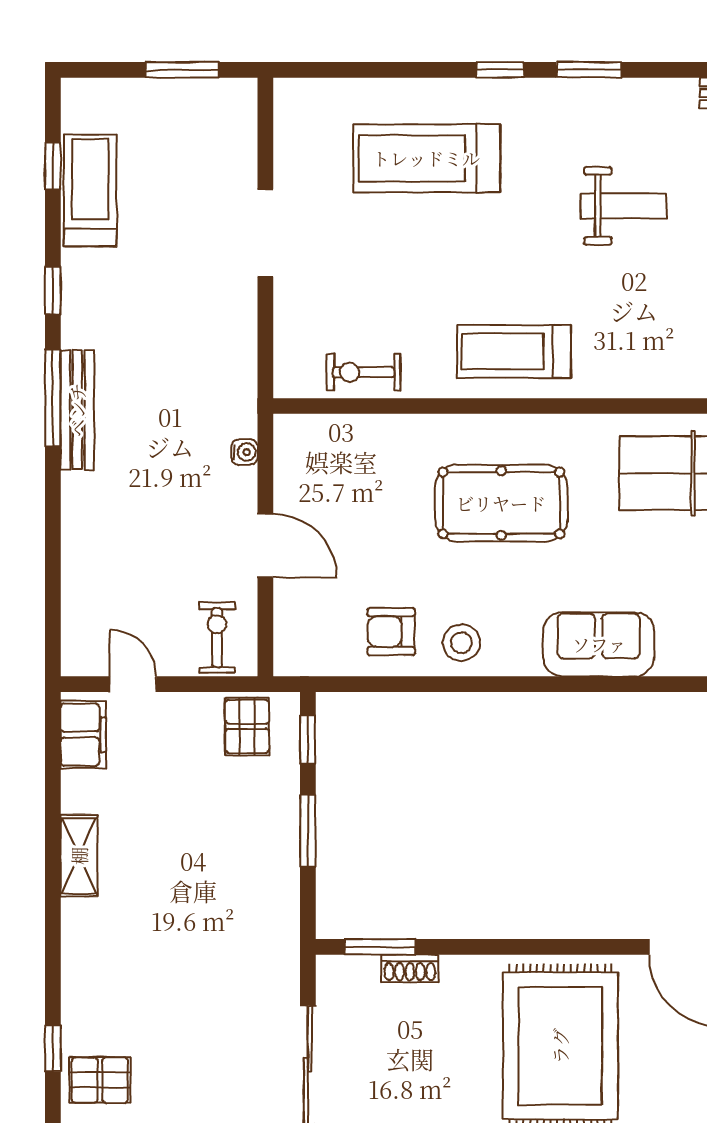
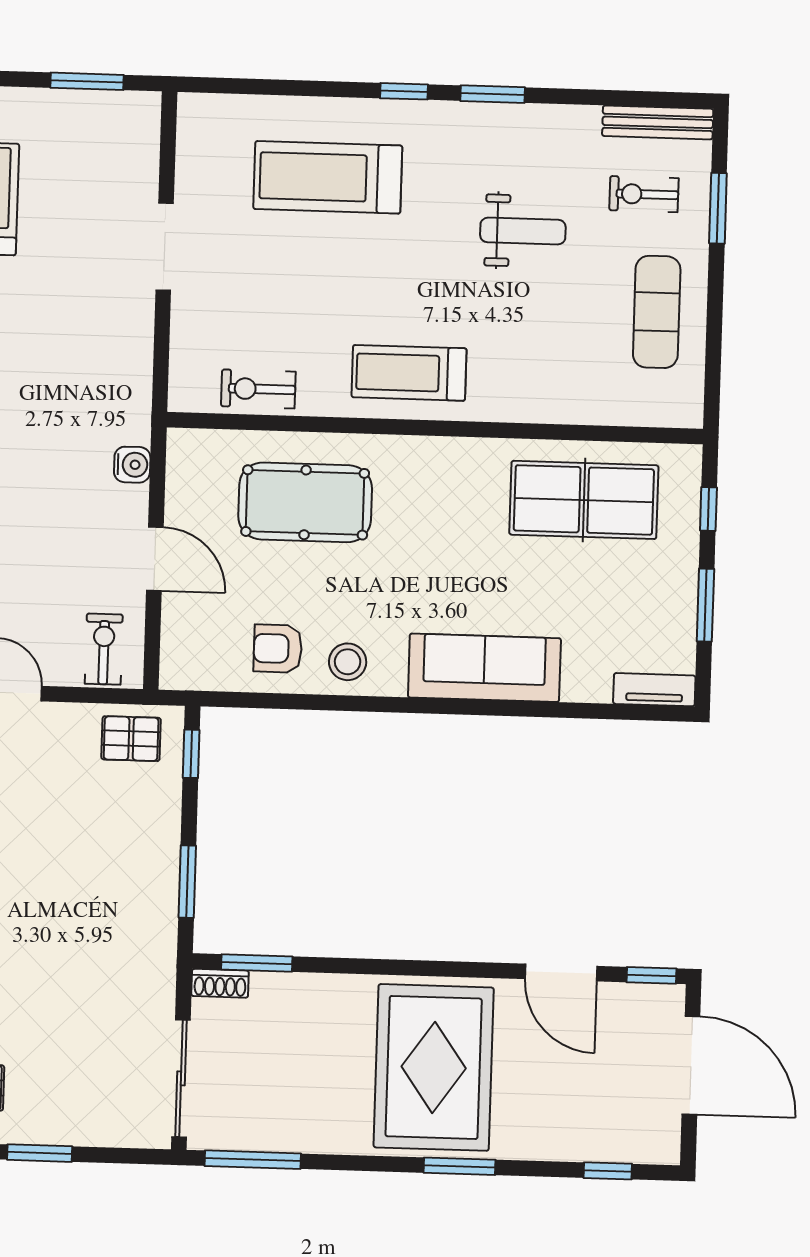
water cooler: (245, 452) -> (132, 465), width x1.38, depth x1.38
pool table: (501, 503) -> (305, 502), moved
sofa: (599, 644) -> (484, 668), width x1.36
pallet: (247, 726) -> (131, 739), turned 90
window: (308, 831) -> (187, 882), moved
shoe rack: (410, 968) -> (220, 983), moved

